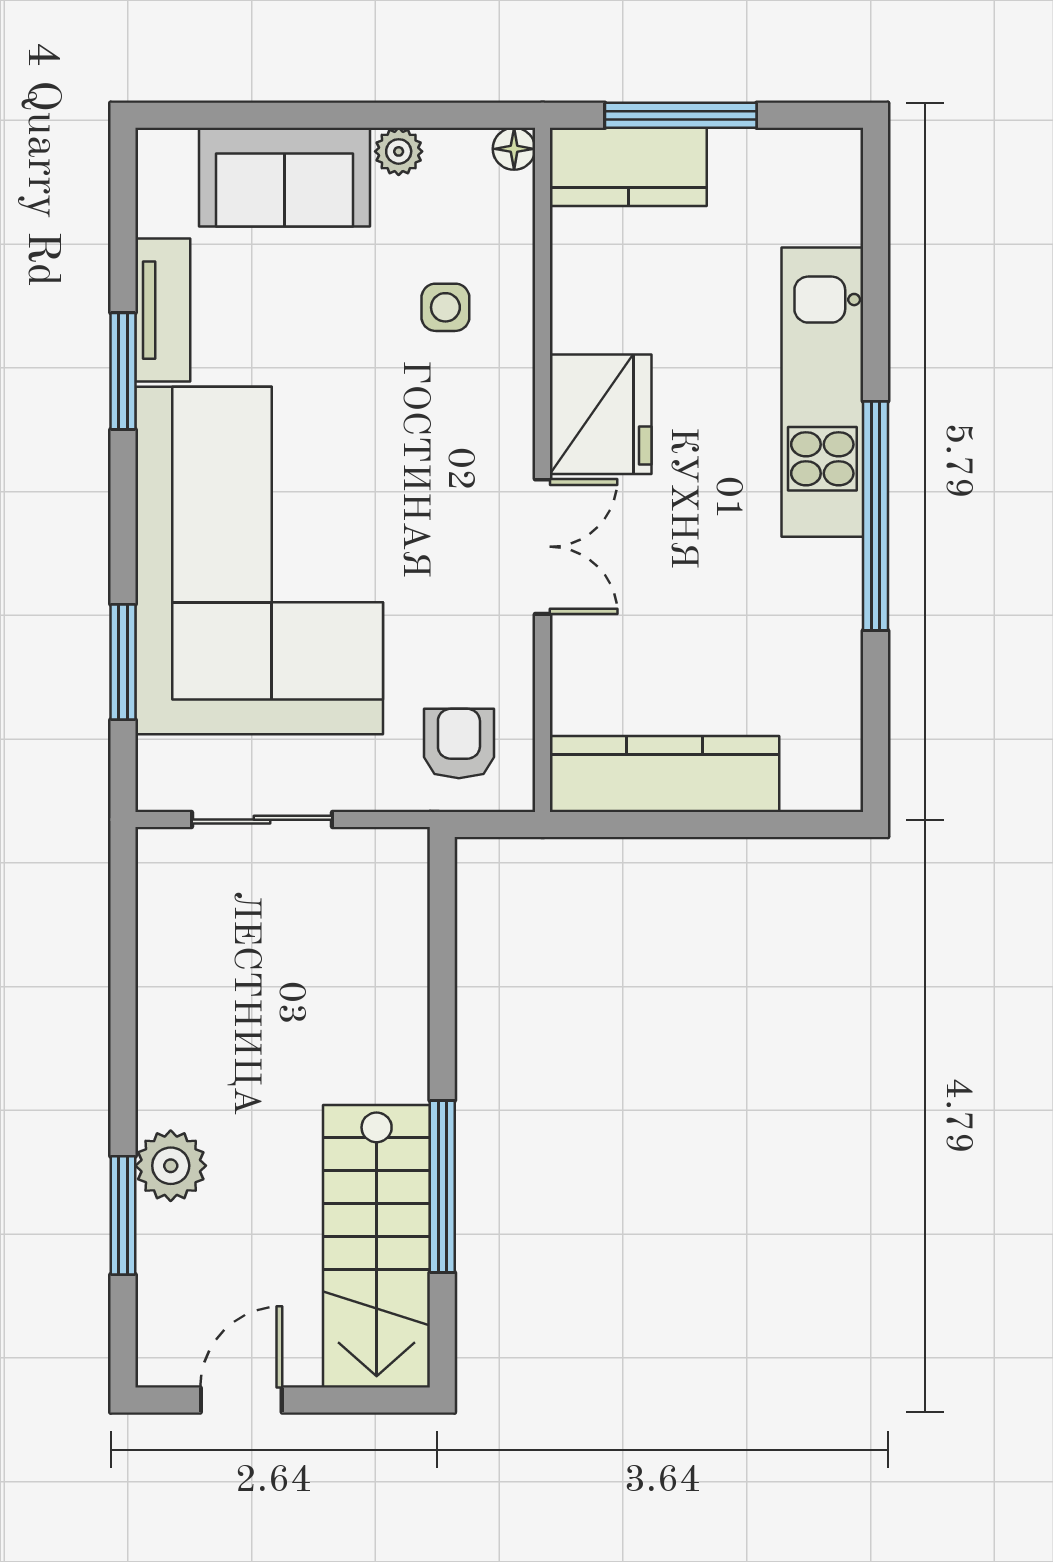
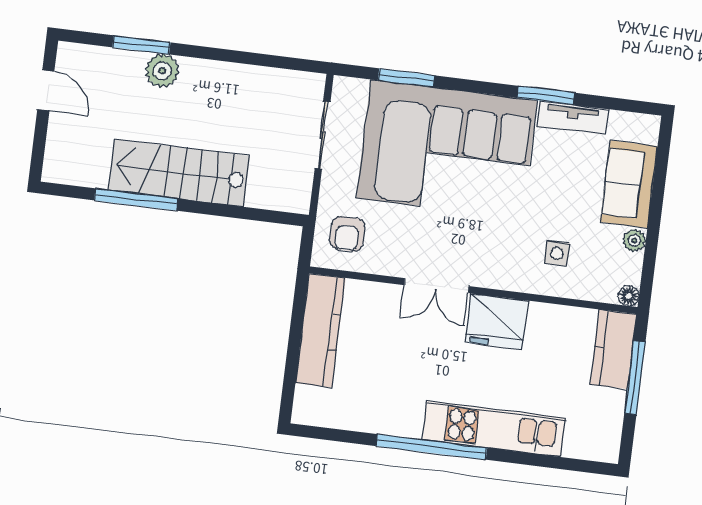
armchair: (459, 743) -> (347, 234), turned 90
stairs: (377, 1246) -> (179, 173), moved

